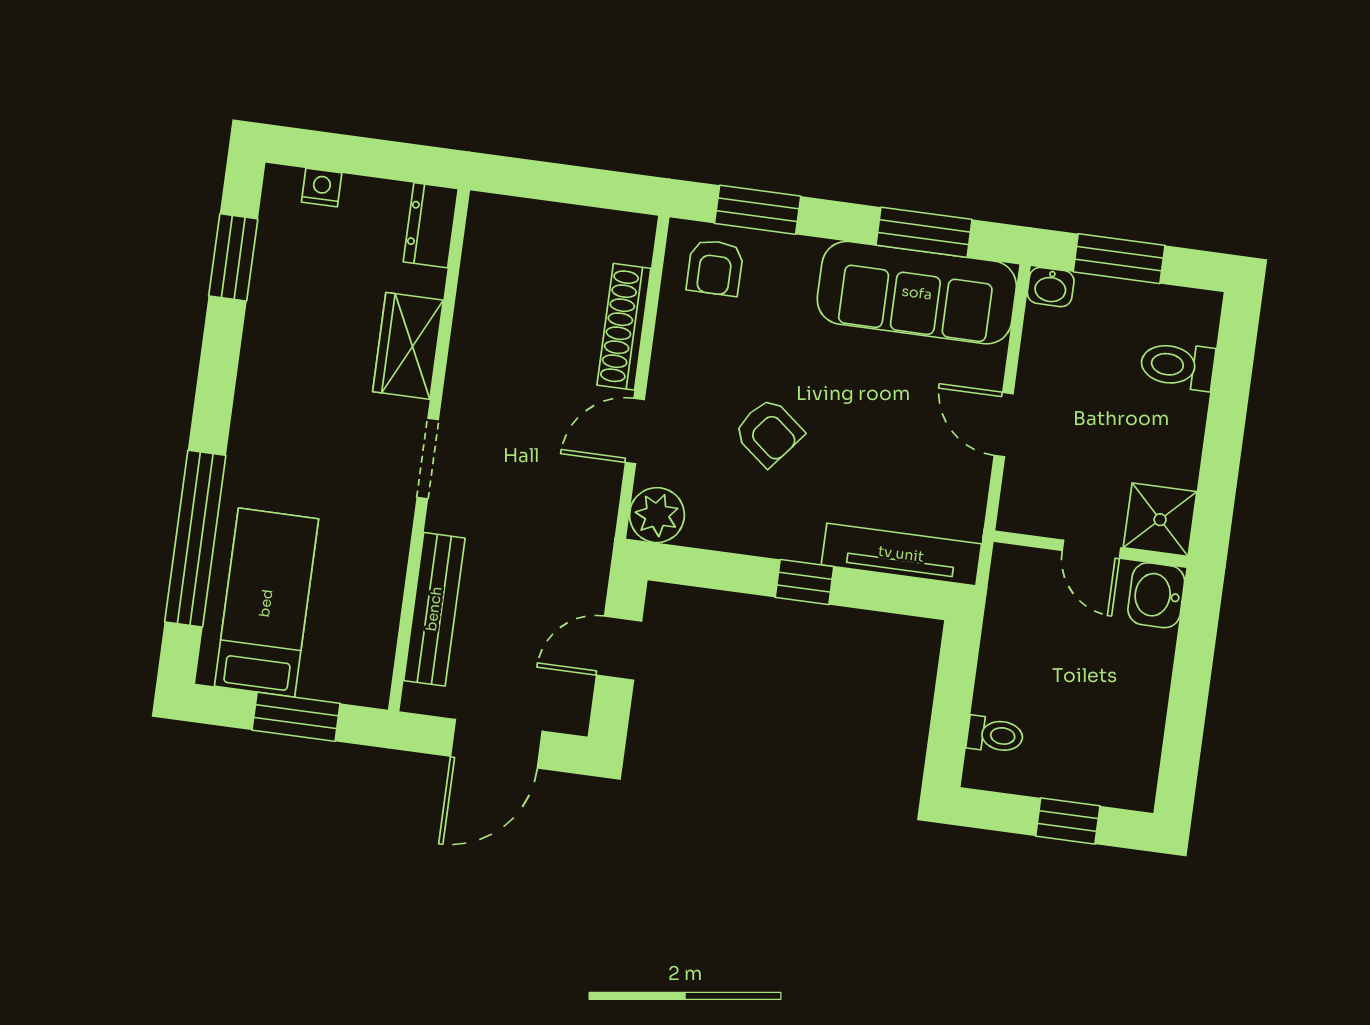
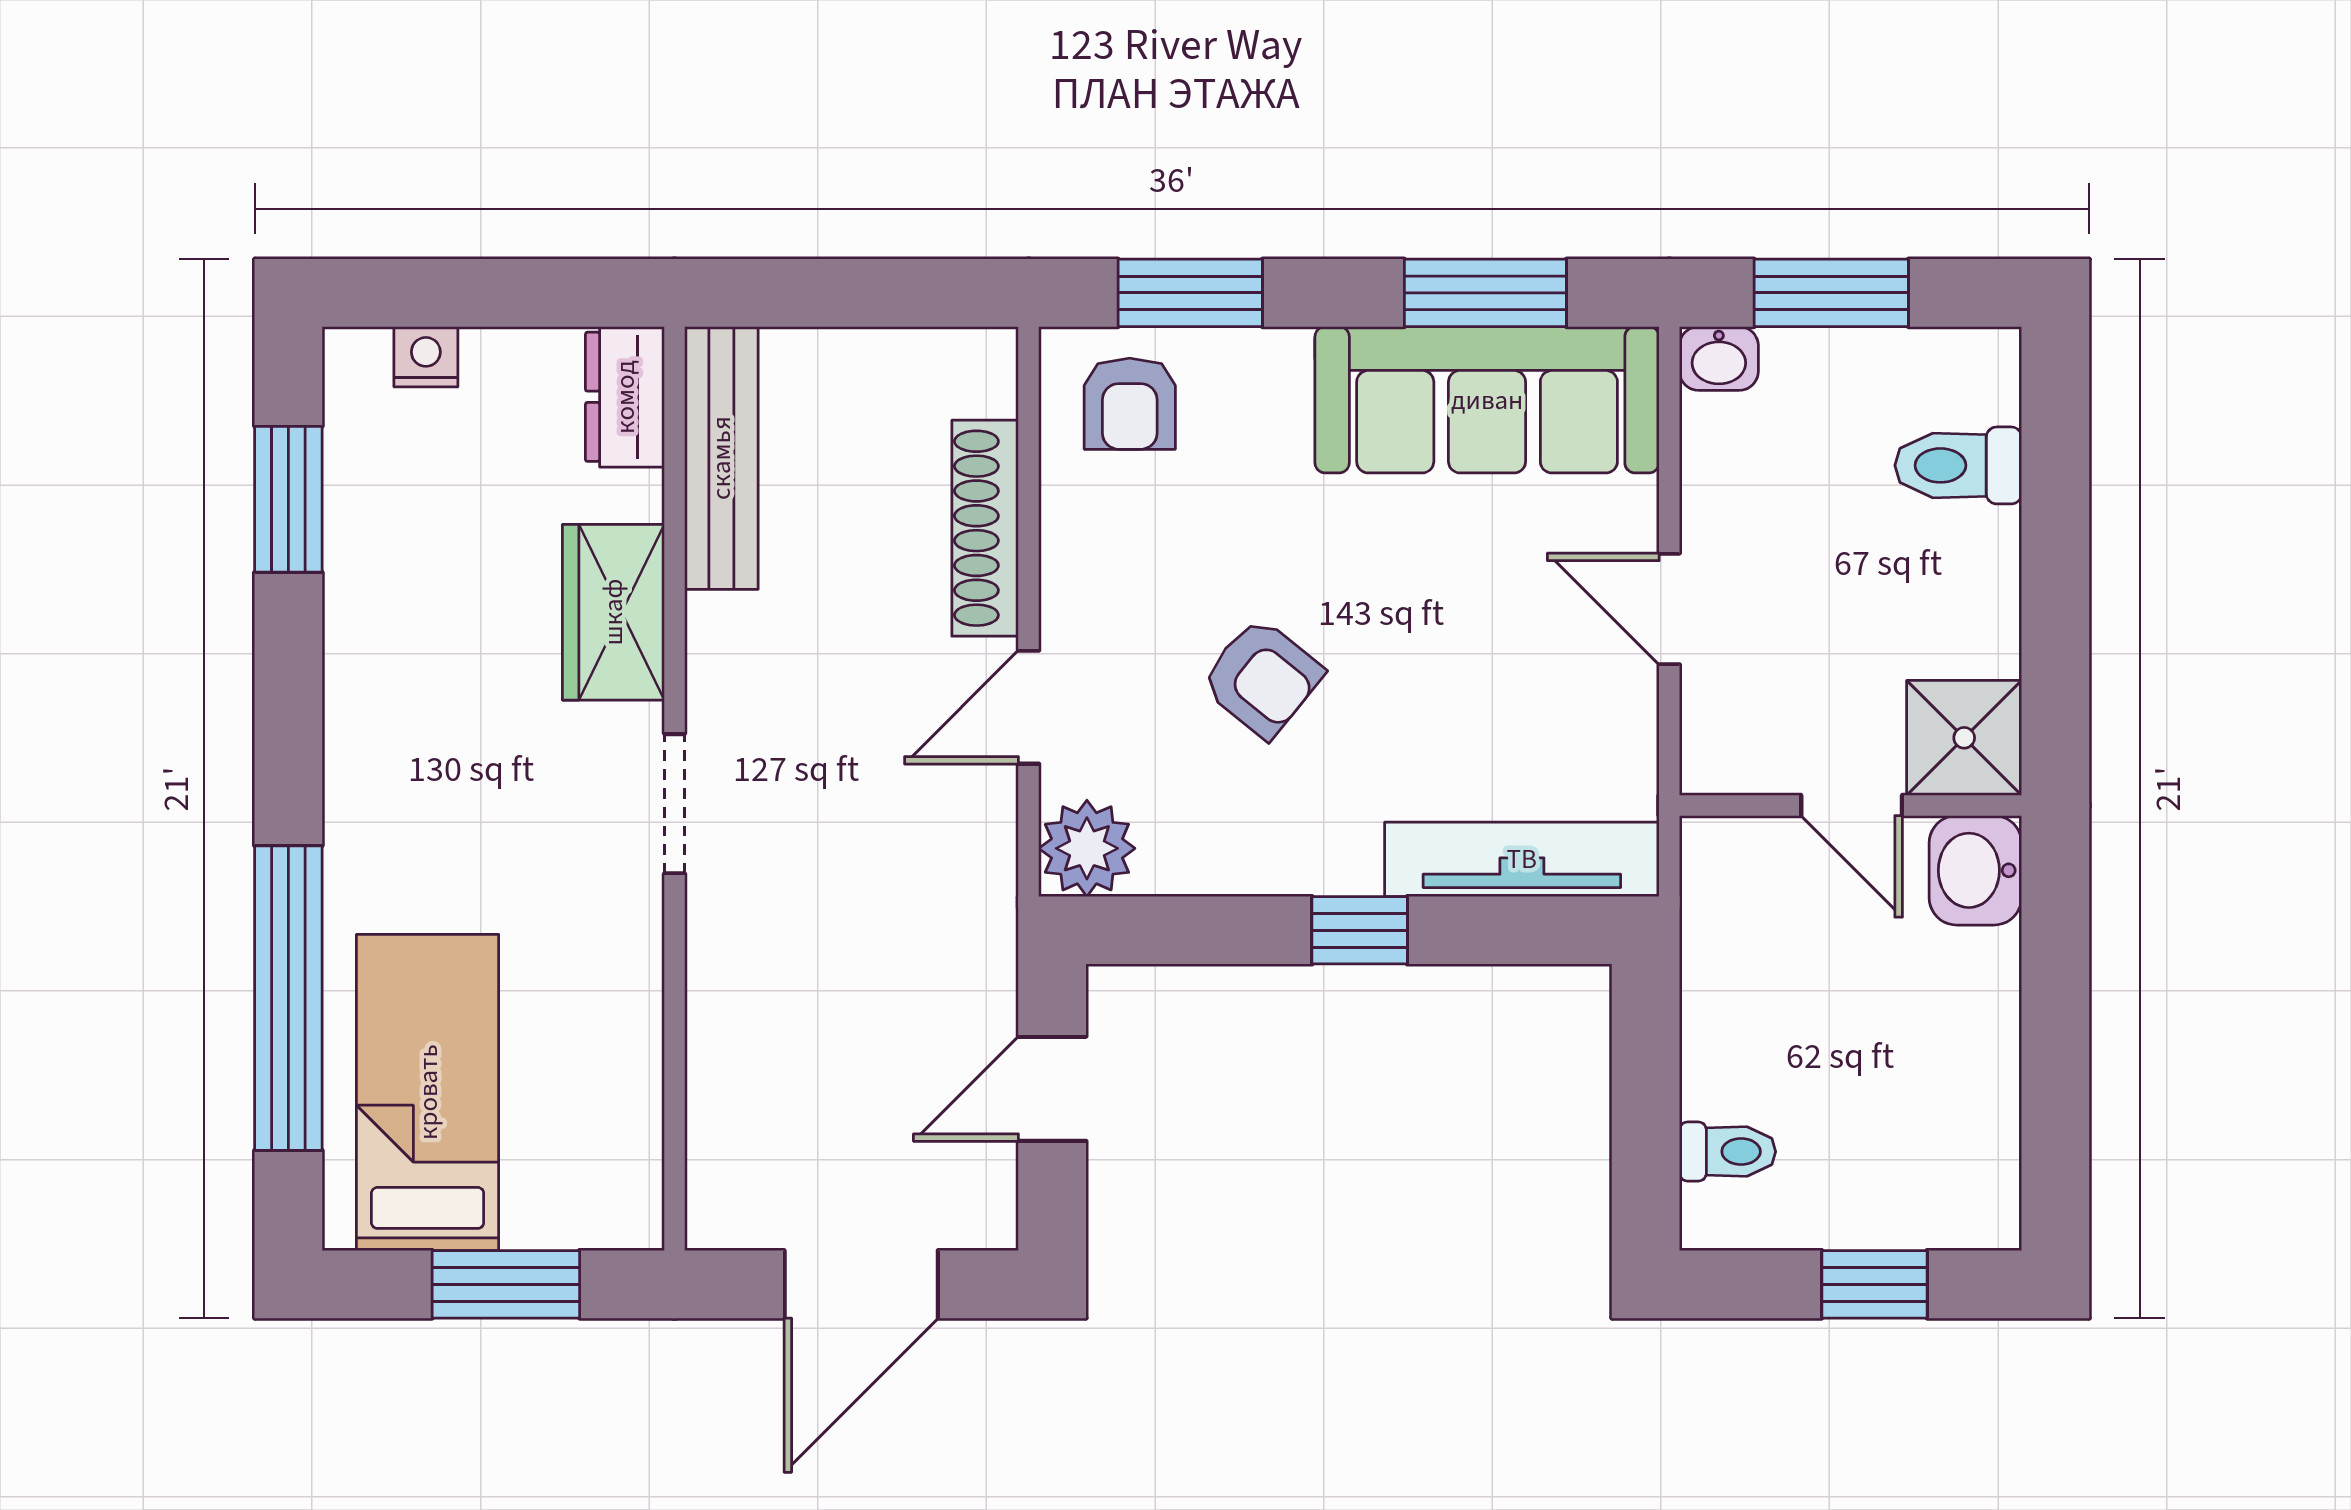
bench: (434, 609) -> (721, 458), moved

